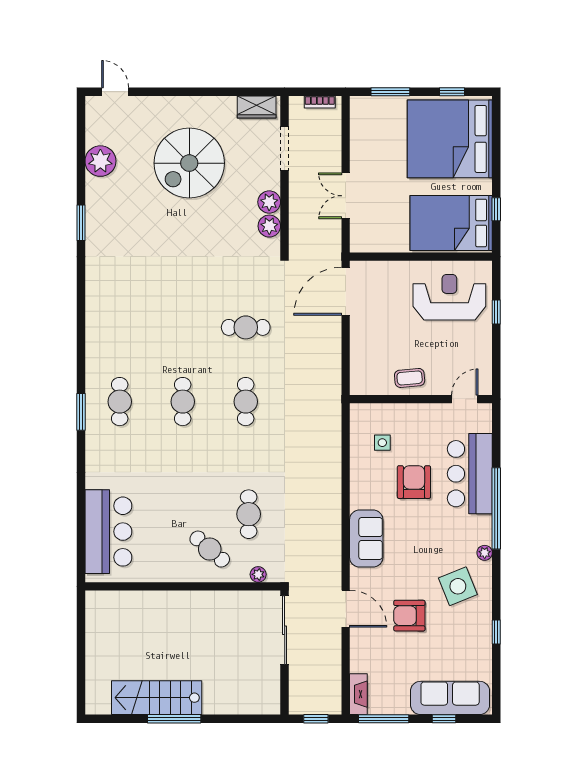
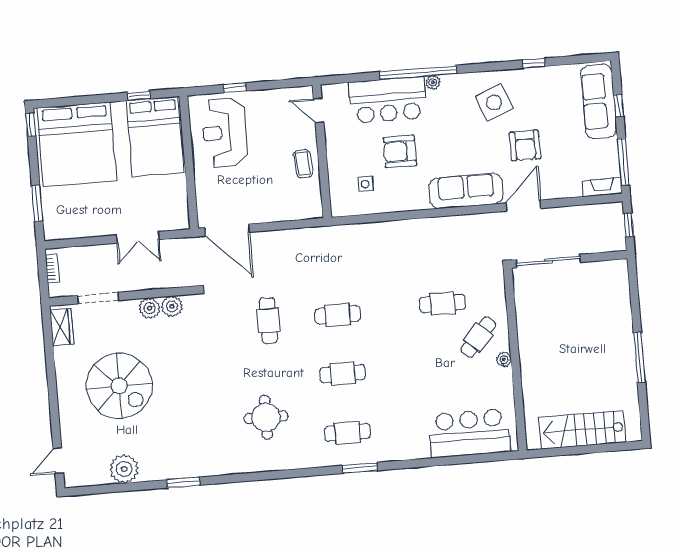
window: (452, 92) -> (31, 125), moved
round table: (143, 316) -> (266, 417), added
sofa: (366, 539) -> (466, 191), width x1.36
plant: (485, 553) -> (433, 82), moved
plant: (258, 574) -> (504, 360), moved
stairs: (157, 698) -> (582, 430), moved, turned 90

